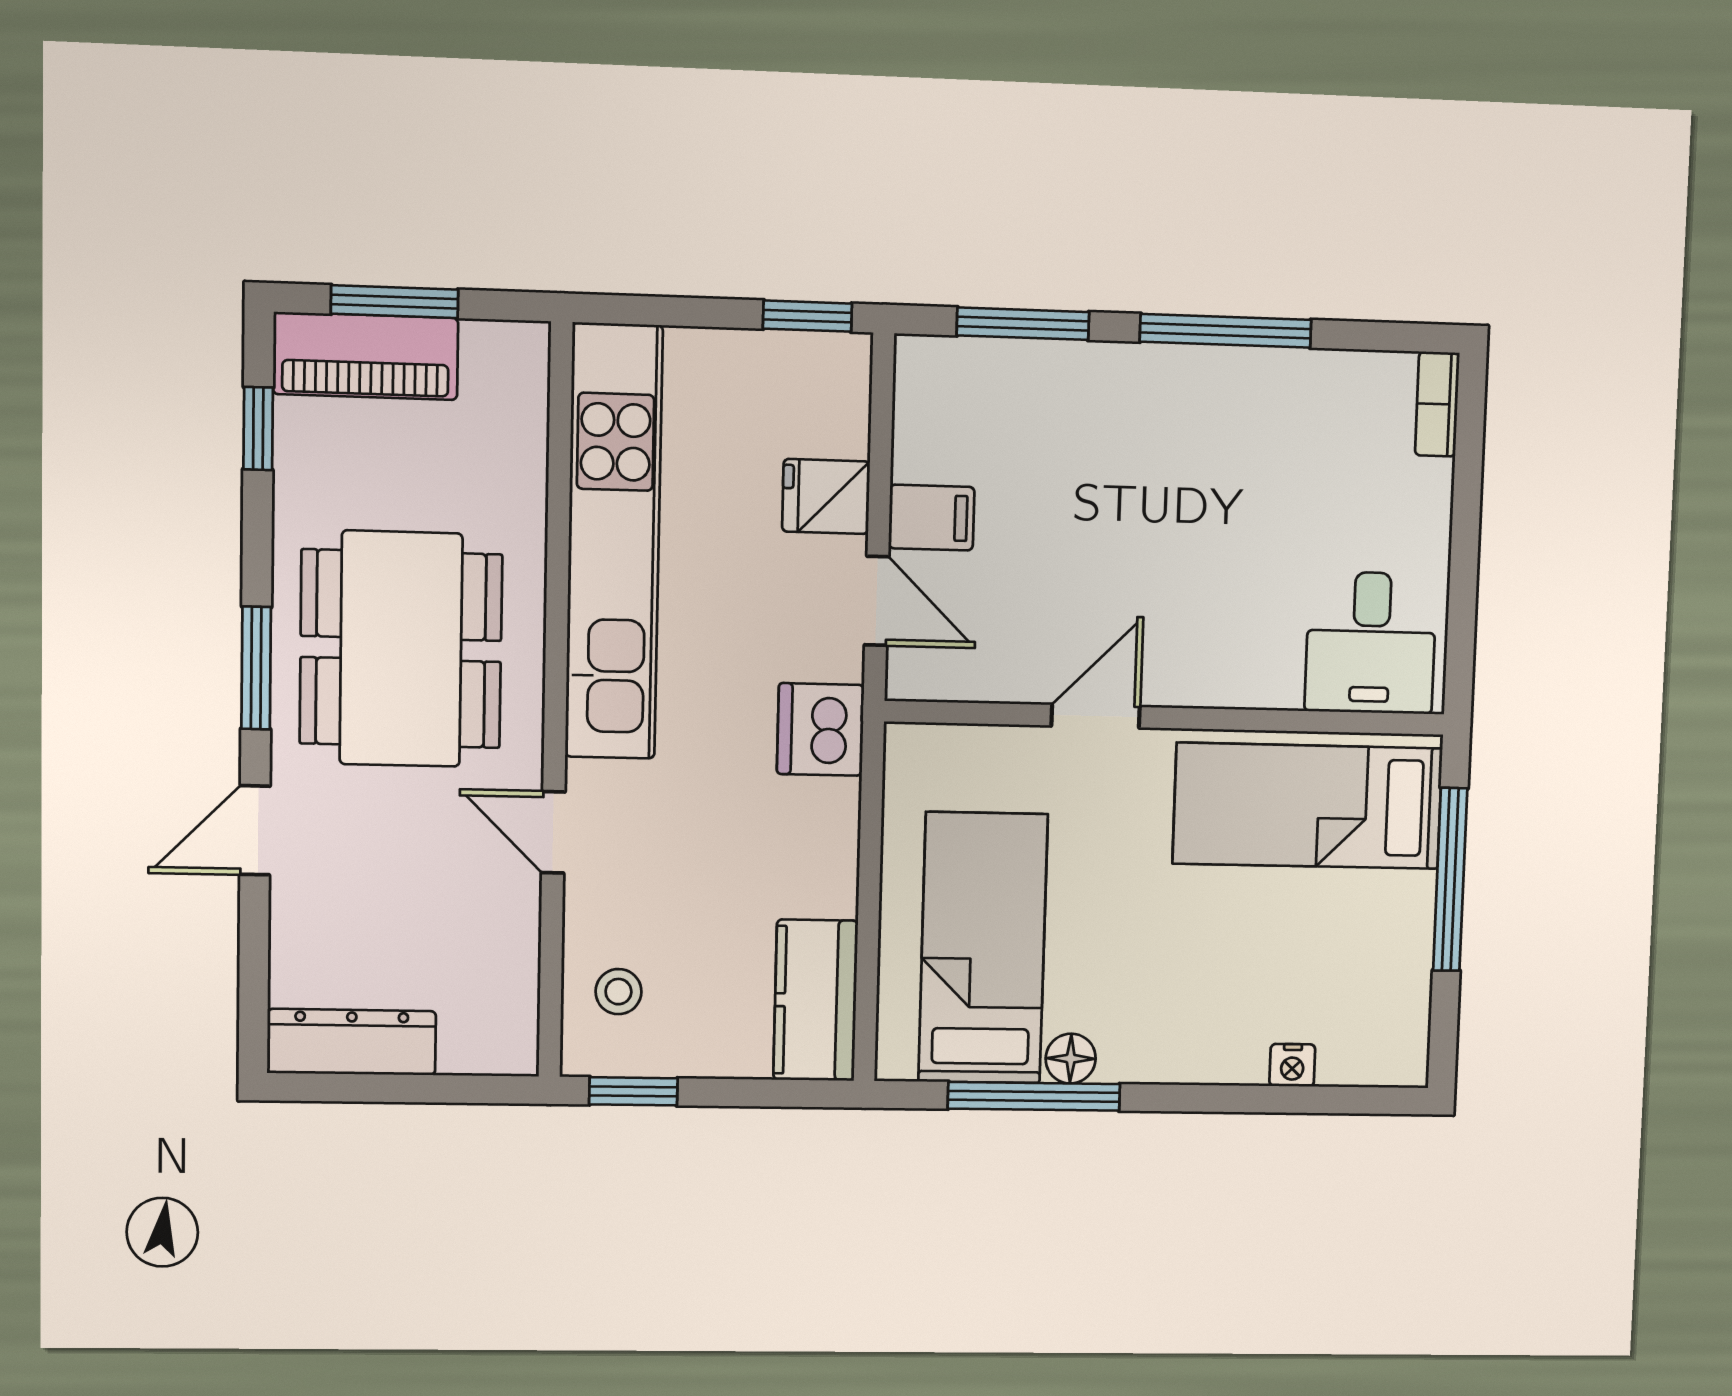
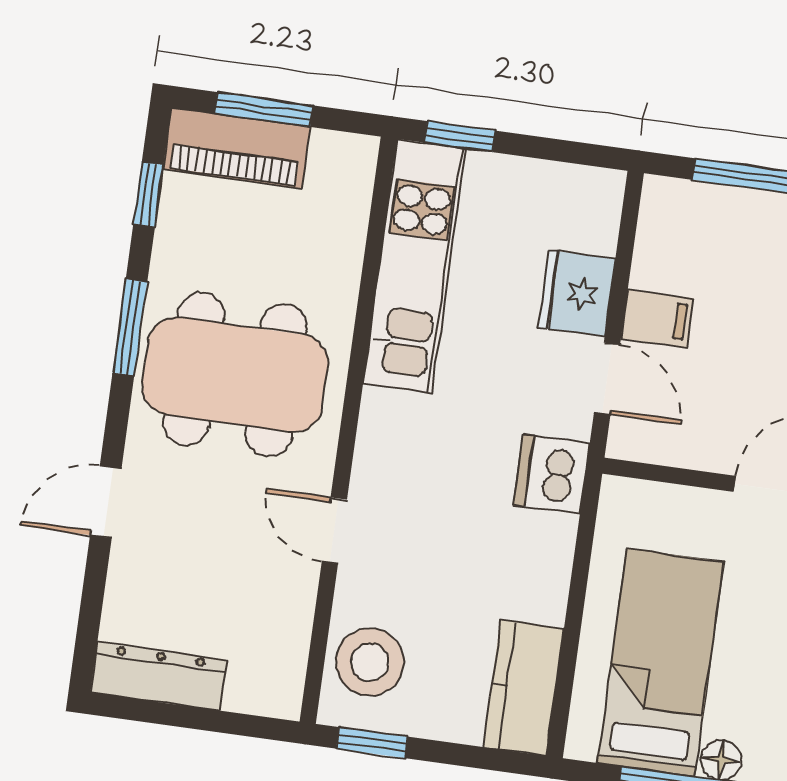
window: (807, 316) -> (460, 137), moved
fridge: (826, 497) -> (577, 293), width x1.38
kitchen unit: (614, 542) -> (414, 266), width x0.73
dining table: (401, 649) -> (235, 375), turned 90
window: (256, 668) -> (130, 327), moved
stool: (618, 992) -> (370, 662), width x1.89, depth x1.89

